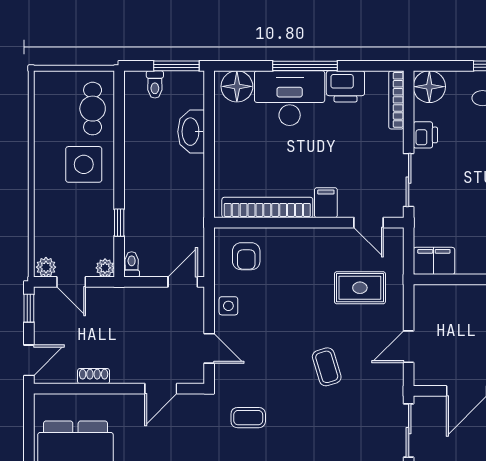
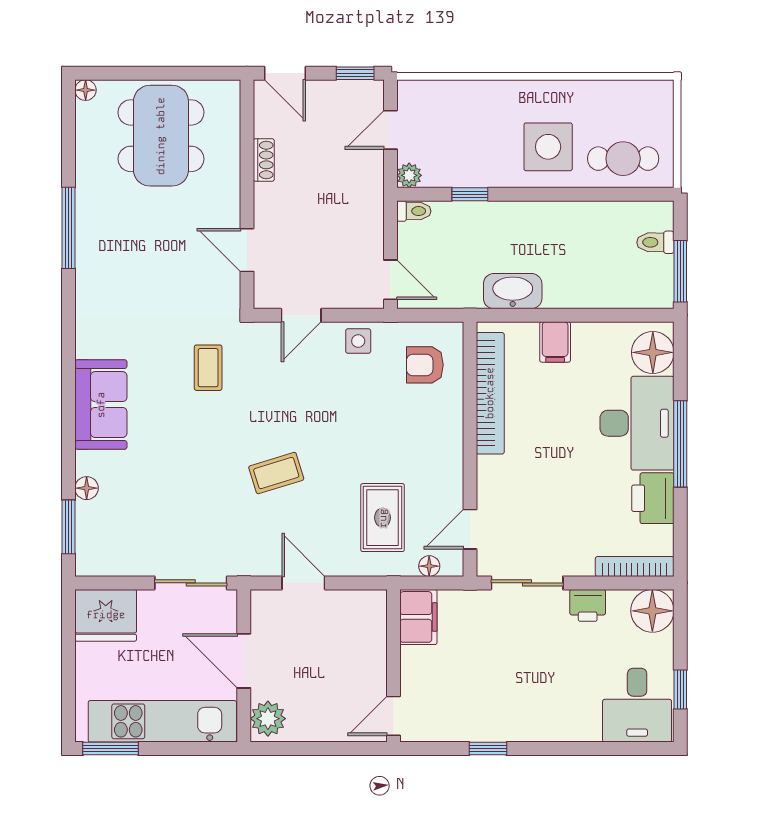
washbasin: (191, 132) -> (513, 291), moved
filing cabinet: (326, 203) -> (555, 342), moved, turned 90
floor lamp: (396, 253) -> (429, 566), added
plant: (46, 267) -> (410, 96), removed

